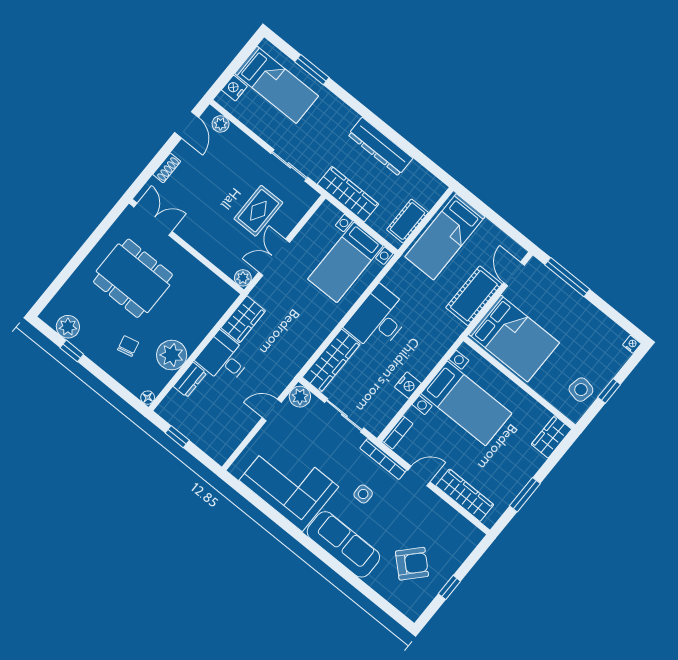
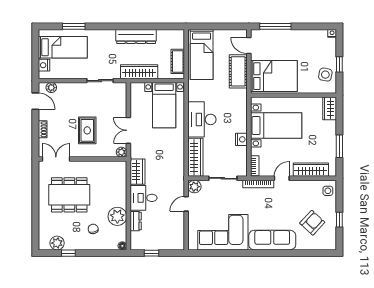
rug: (258, 211) -> (87, 130), moved
side table: (363, 494) -> (328, 191), moved

